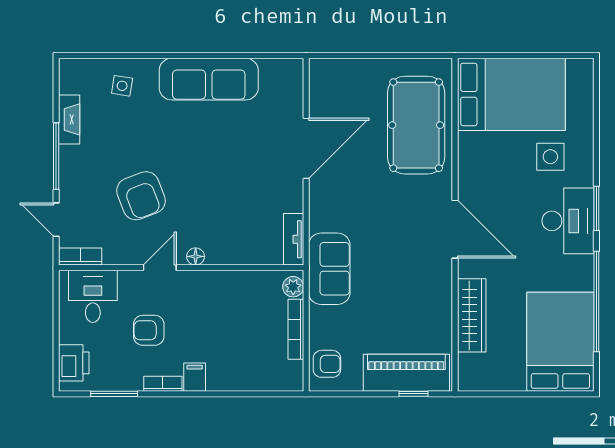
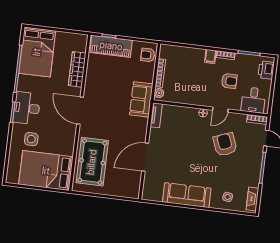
fireplace: (69, 119) -> (253, 199), moved

